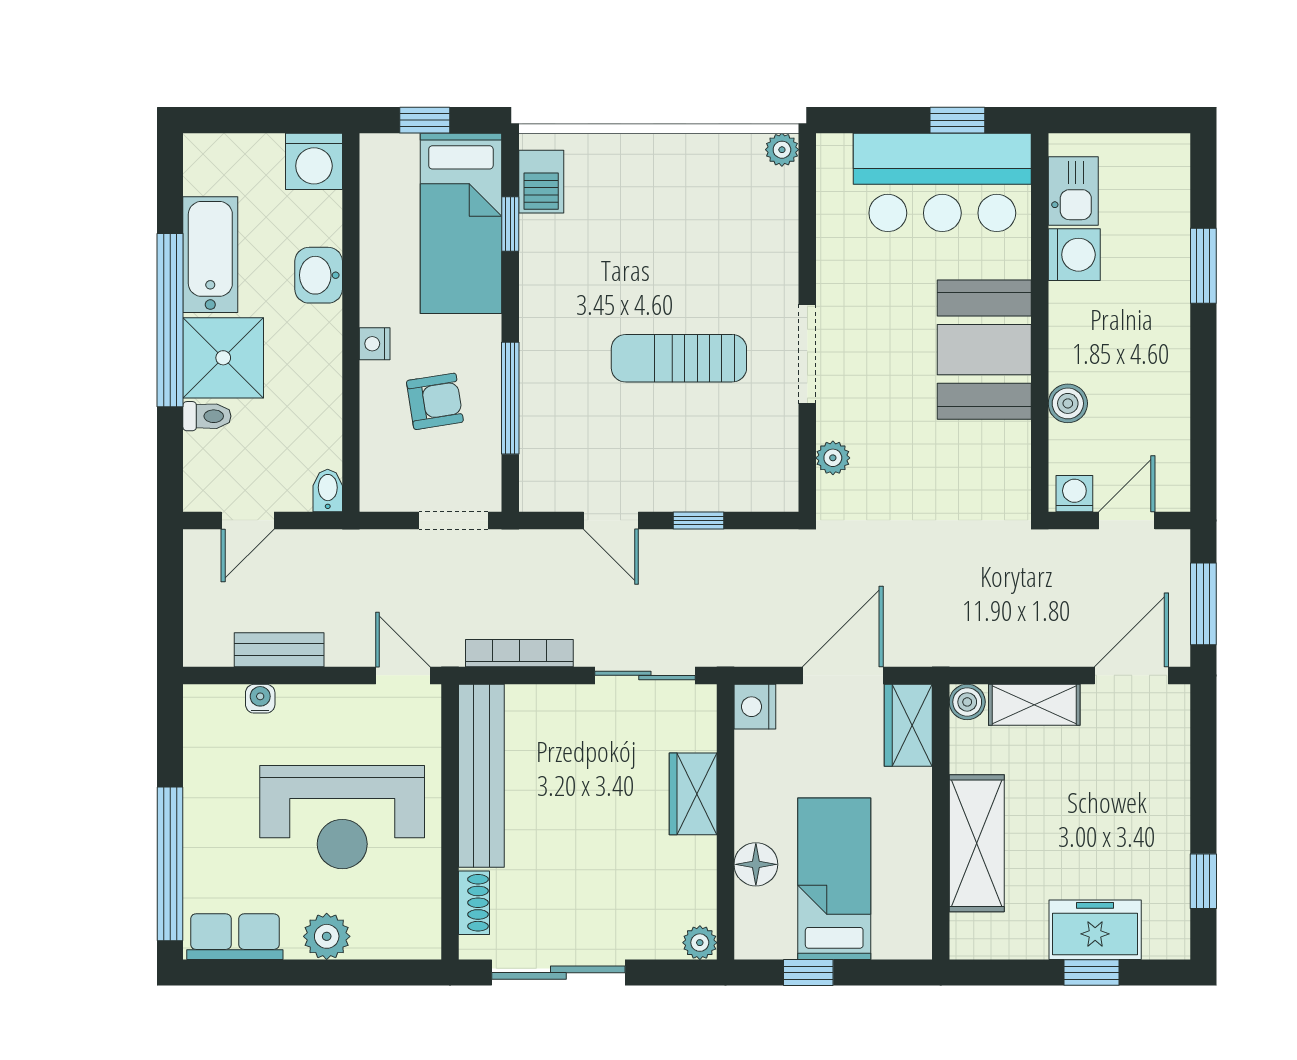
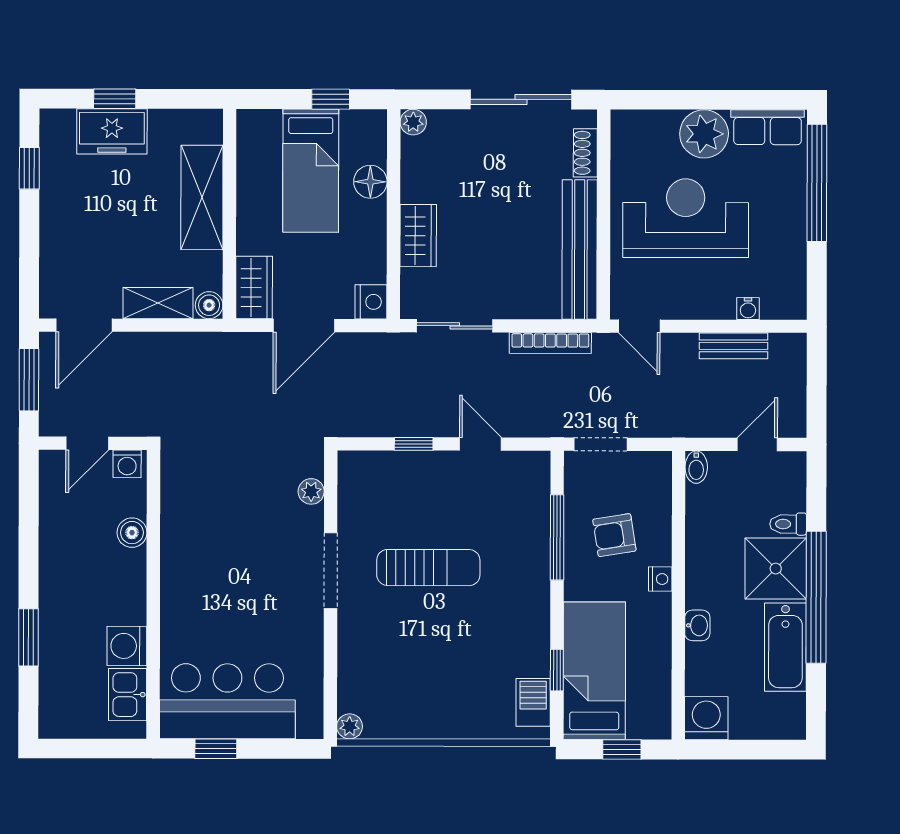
washbasin: (319, 275) -> (697, 625), width x0.72, depth x0.69
booth: (984, 350) -> (196, 574), removed
plant: (327, 936) -> (704, 134), width x1.36, depth x1.36

